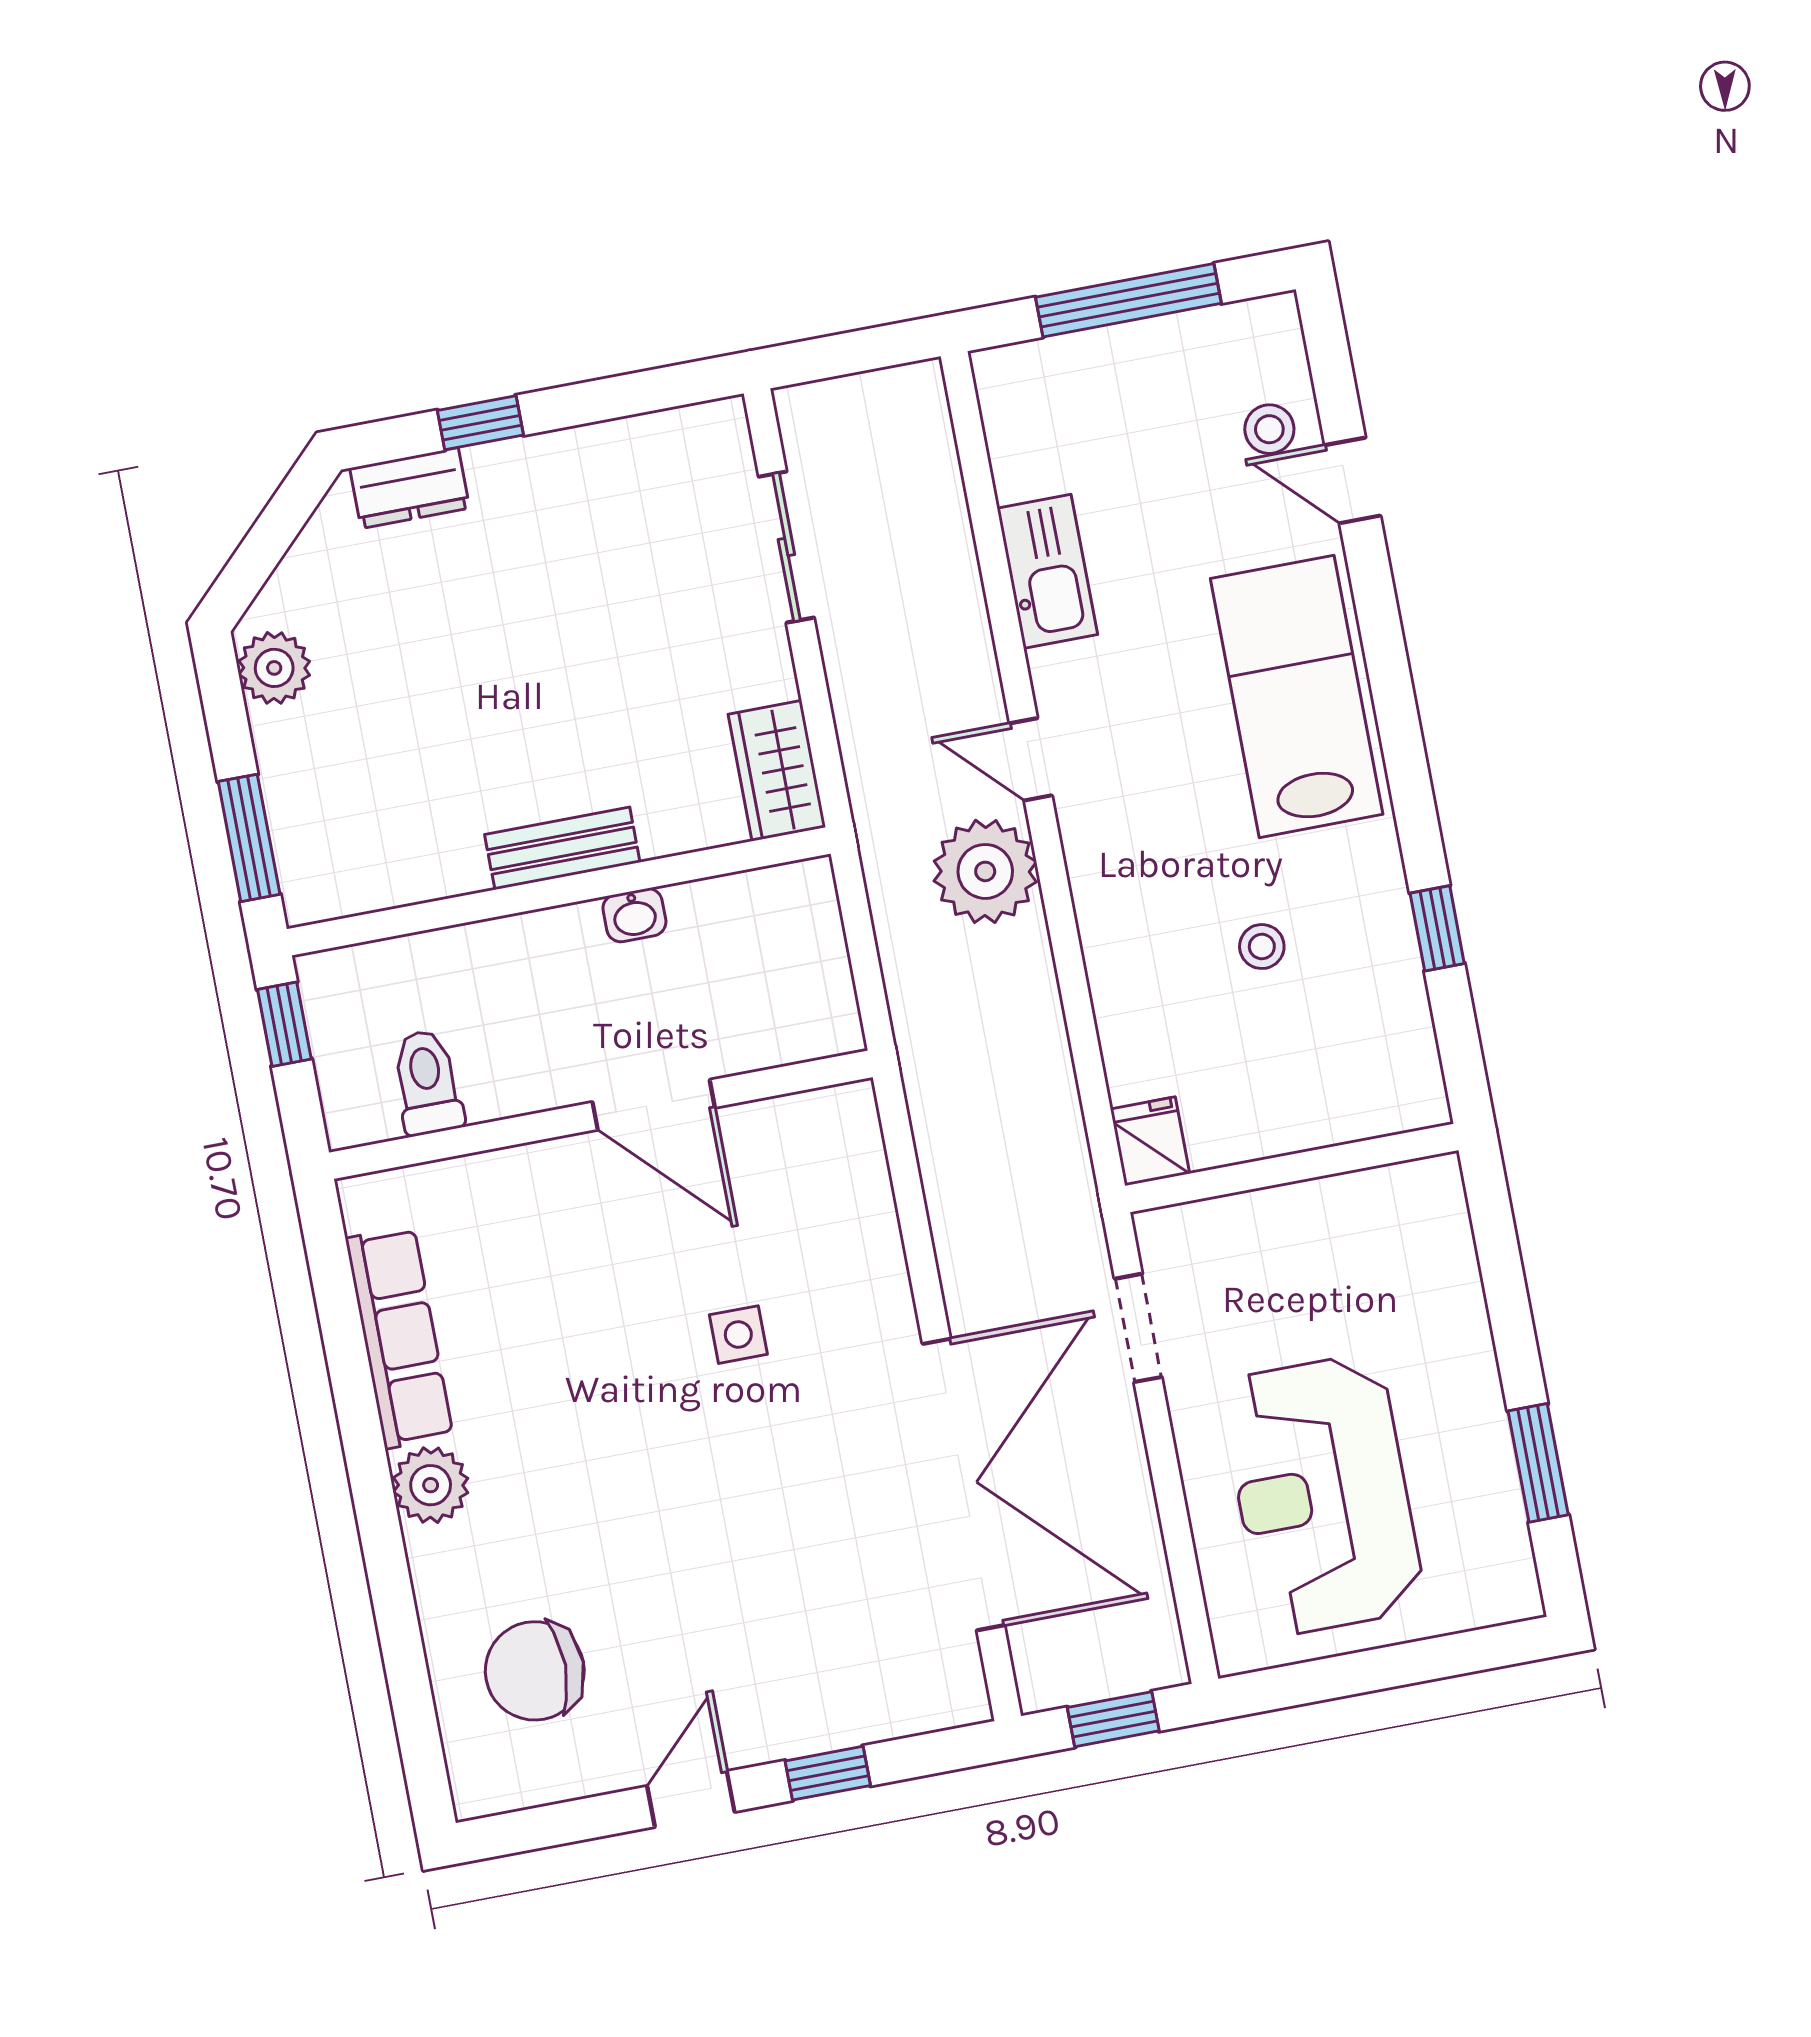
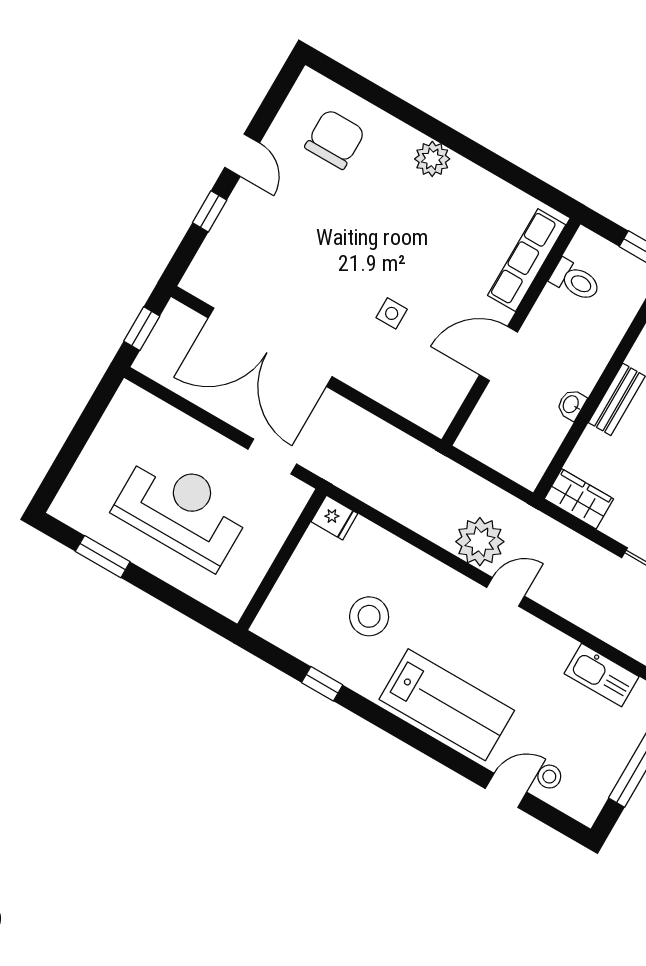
kitchen sink: (1047, 571) -> (602, 675), moved
stool: (1262, 947) -> (369, 616), width x1.89, depth x1.89
row of seats: (399, 1337) -> (527, 260), moved, turned 90
reception desk: (1322, 1495) -> (182, 510), moved

